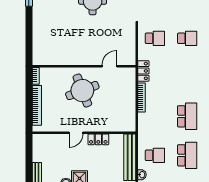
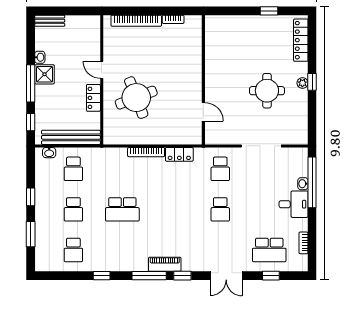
wall: (84, 66) -> (203, 80), moved
door: (109, 66) -> (203, 112), moved
round table: (82, 91) -> (136, 98), moved
school desk: (187, 155) -> (73, 209), width x0.54

